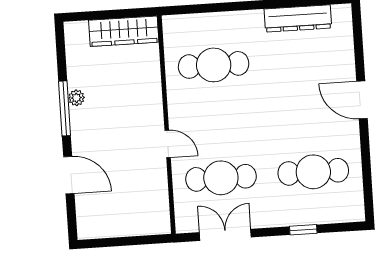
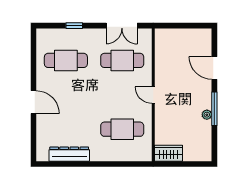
wardrobe: (124, 31) -> (168, 153), width x0.67
door: (168, 144) -> (153, 95), moved

